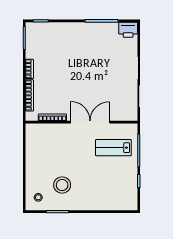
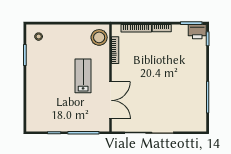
printer: (128, 30) -> (197, 32), moved, turned -90
double door: (90, 122) -> (111, 100), moved
lab bench: (113, 148) -> (83, 76), moved
stool: (62, 185) -> (99, 37), moved

